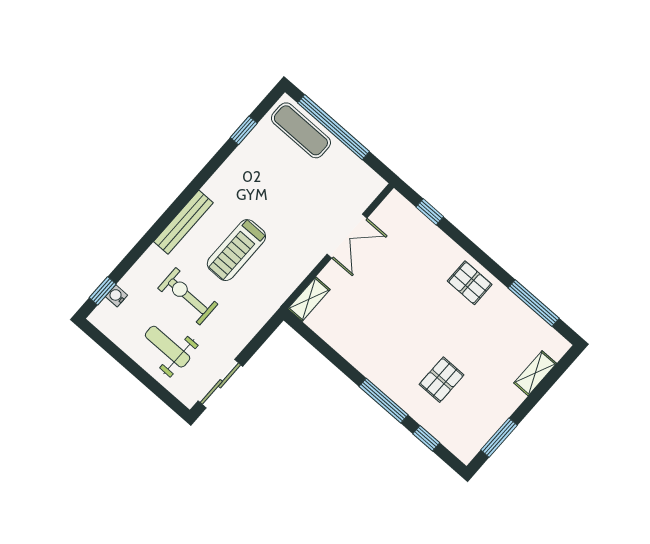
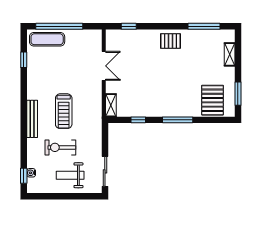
pallet: (442, 380) -> (212, 100), moved, width x1.50, depth x1.42
window: (426, 438) -> (138, 120), moved

